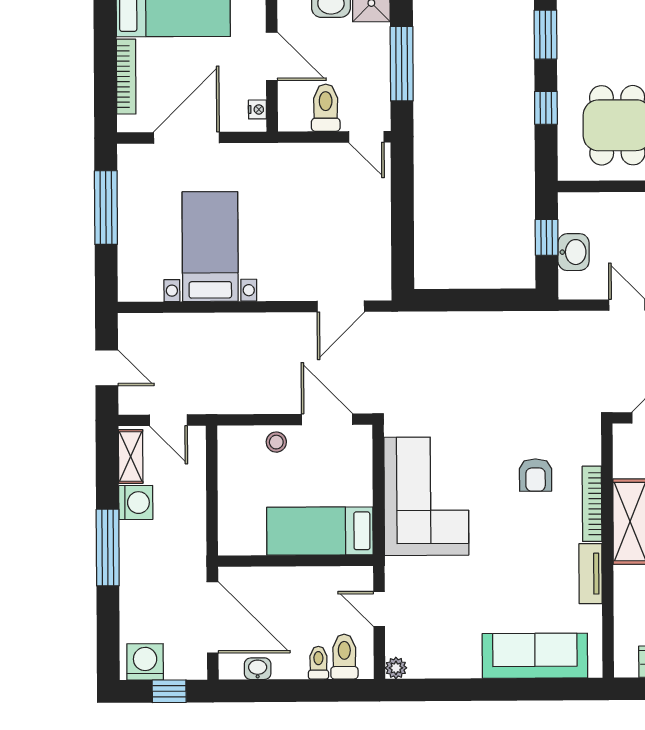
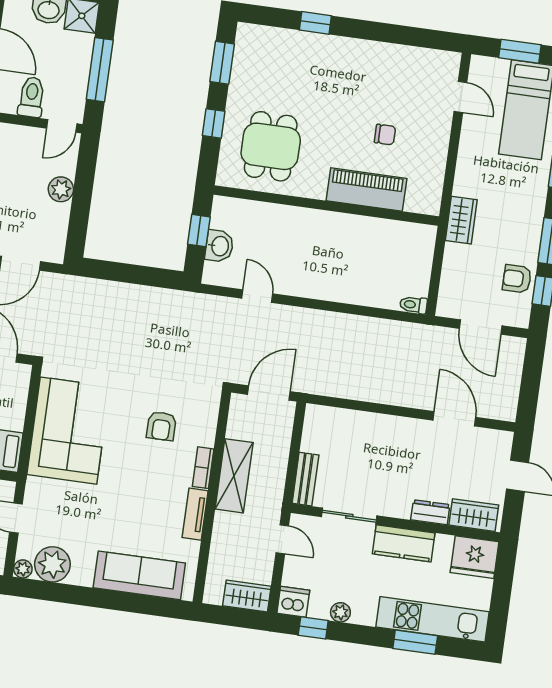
door: (366, 137) -> (62, 126), hinge flipped
plant: (376, 212) -> (61, 189), added
bookcase: (592, 504) -> (203, 468), width x0.64
plant: (430, 657) -> (52, 564), added

